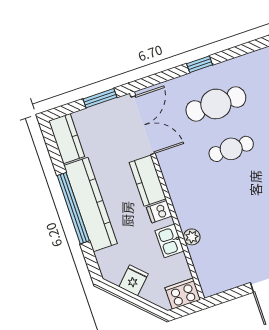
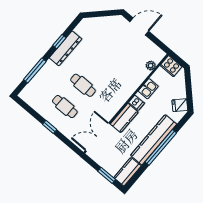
window: (100, 98) -> (107, 175), moved
cafe table: (216, 104) -> (65, 107), width x0.73, depth x0.74
plant: (192, 237) -> (151, 66), moved
fridge: (134, 280) -> (180, 105), moved

